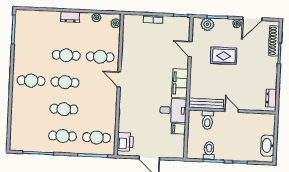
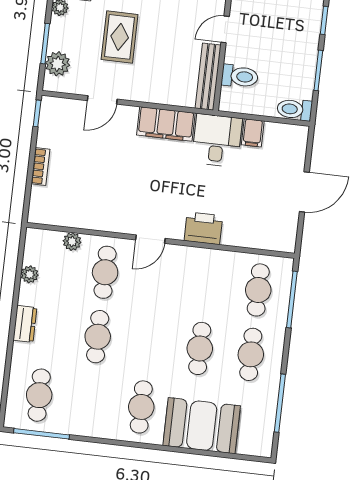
plant: (116, 23) -> (72, 242), moved
cafe table: (65, 82) -> (39, 395), moved
booth: (24, 113) -> (202, 426), added
printer: (125, 142) -> (203, 228), moved
toilet: (209, 151) -> (294, 109), moved

